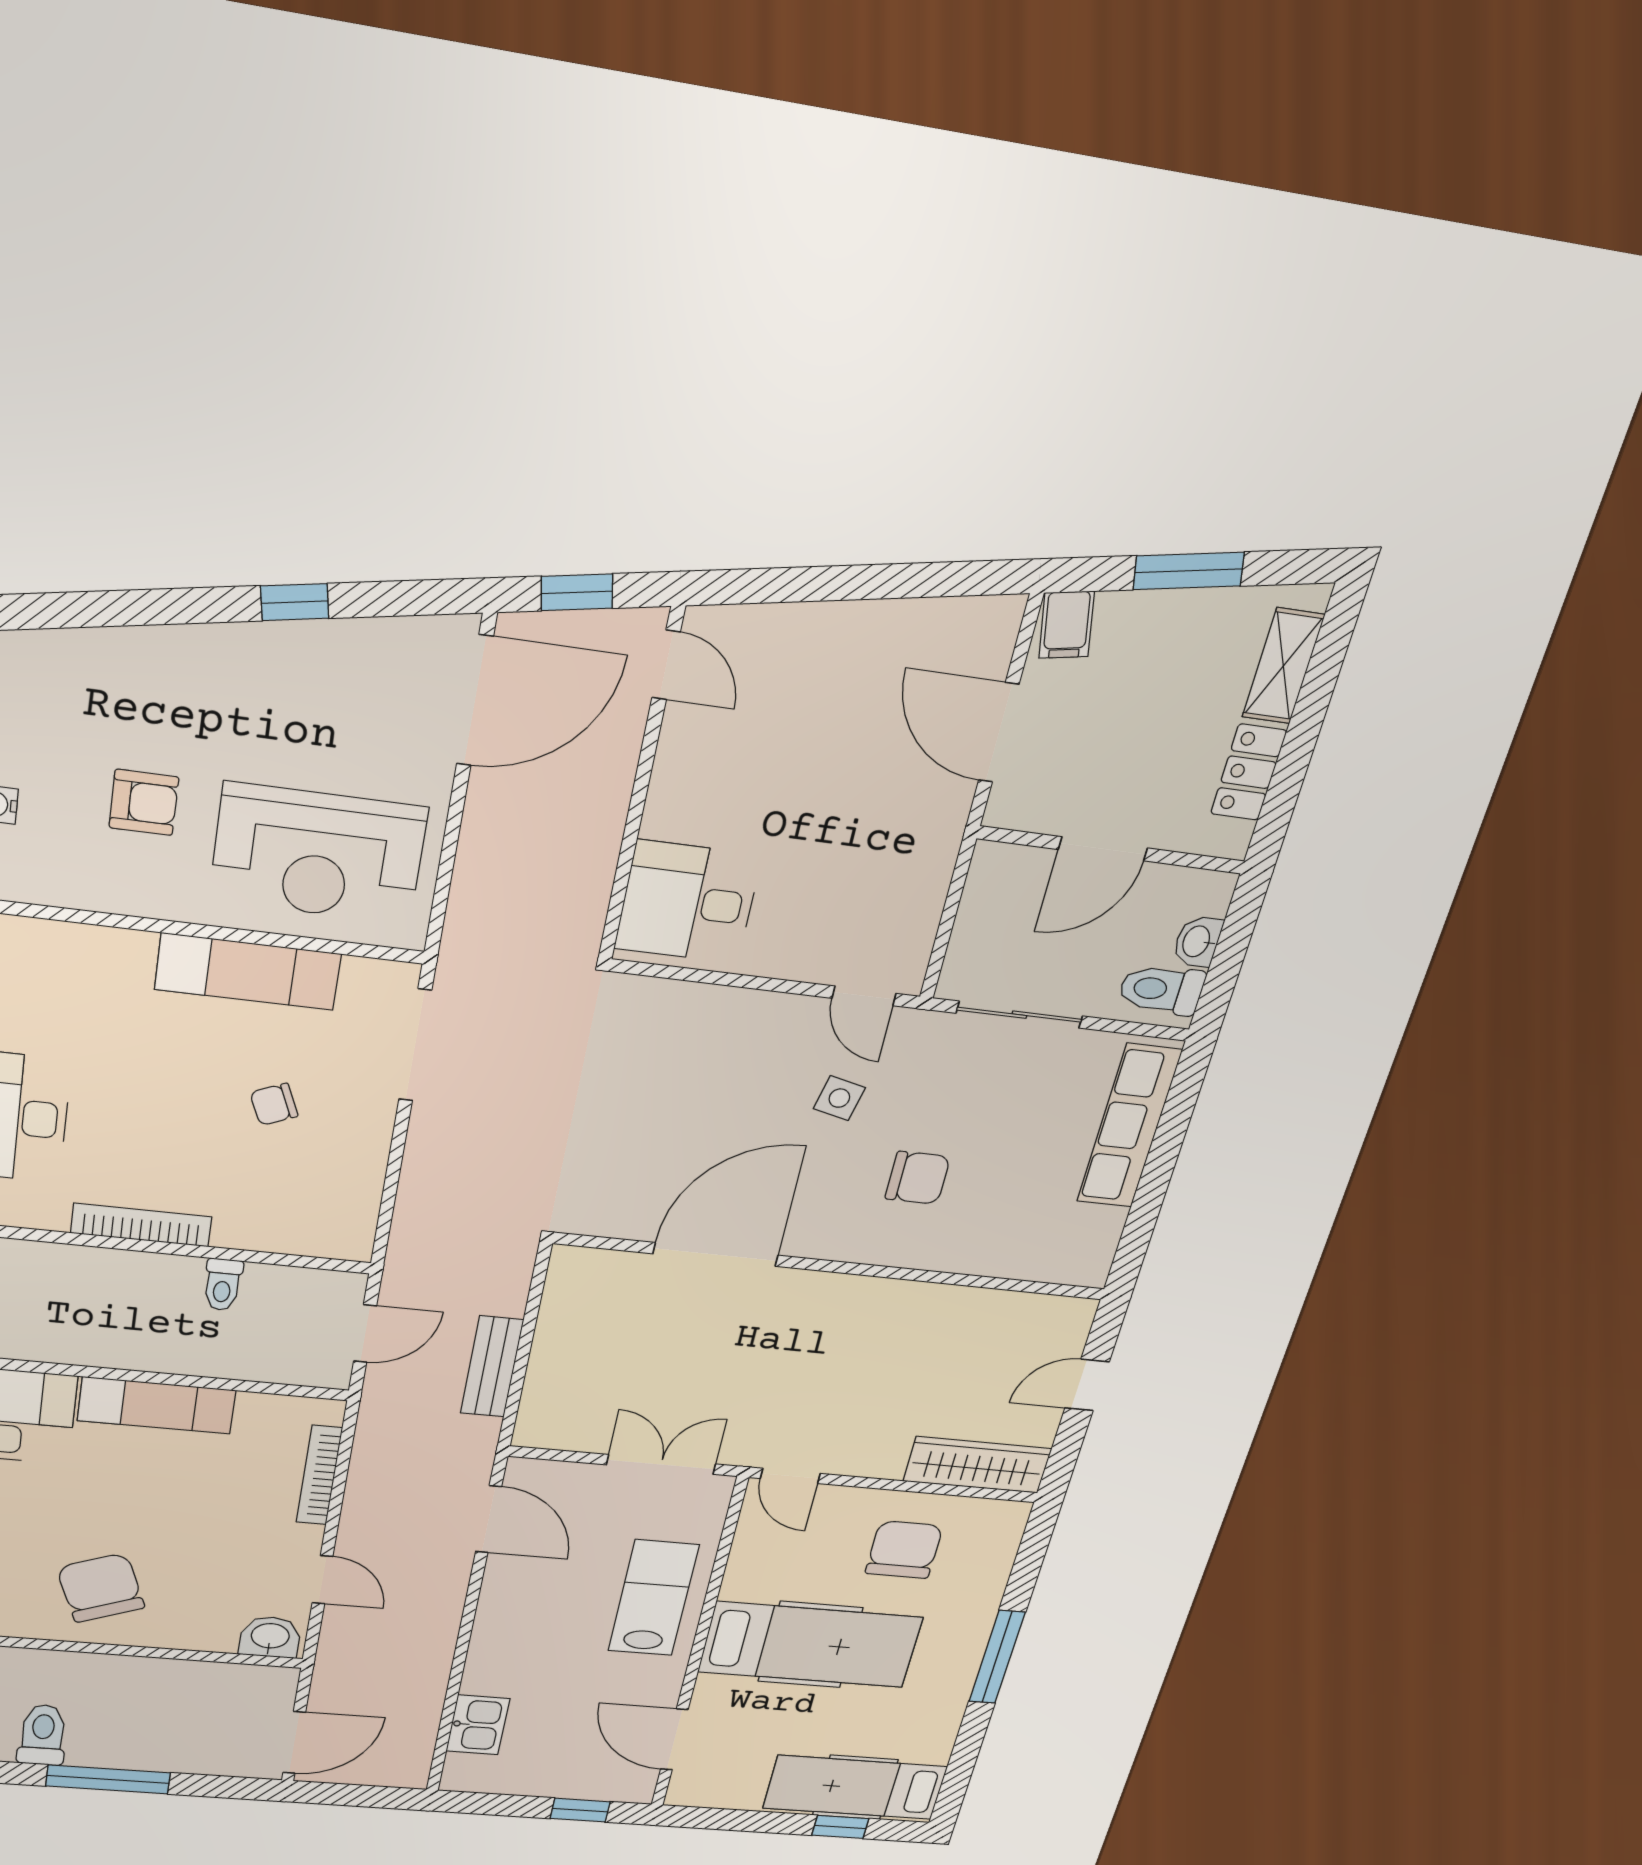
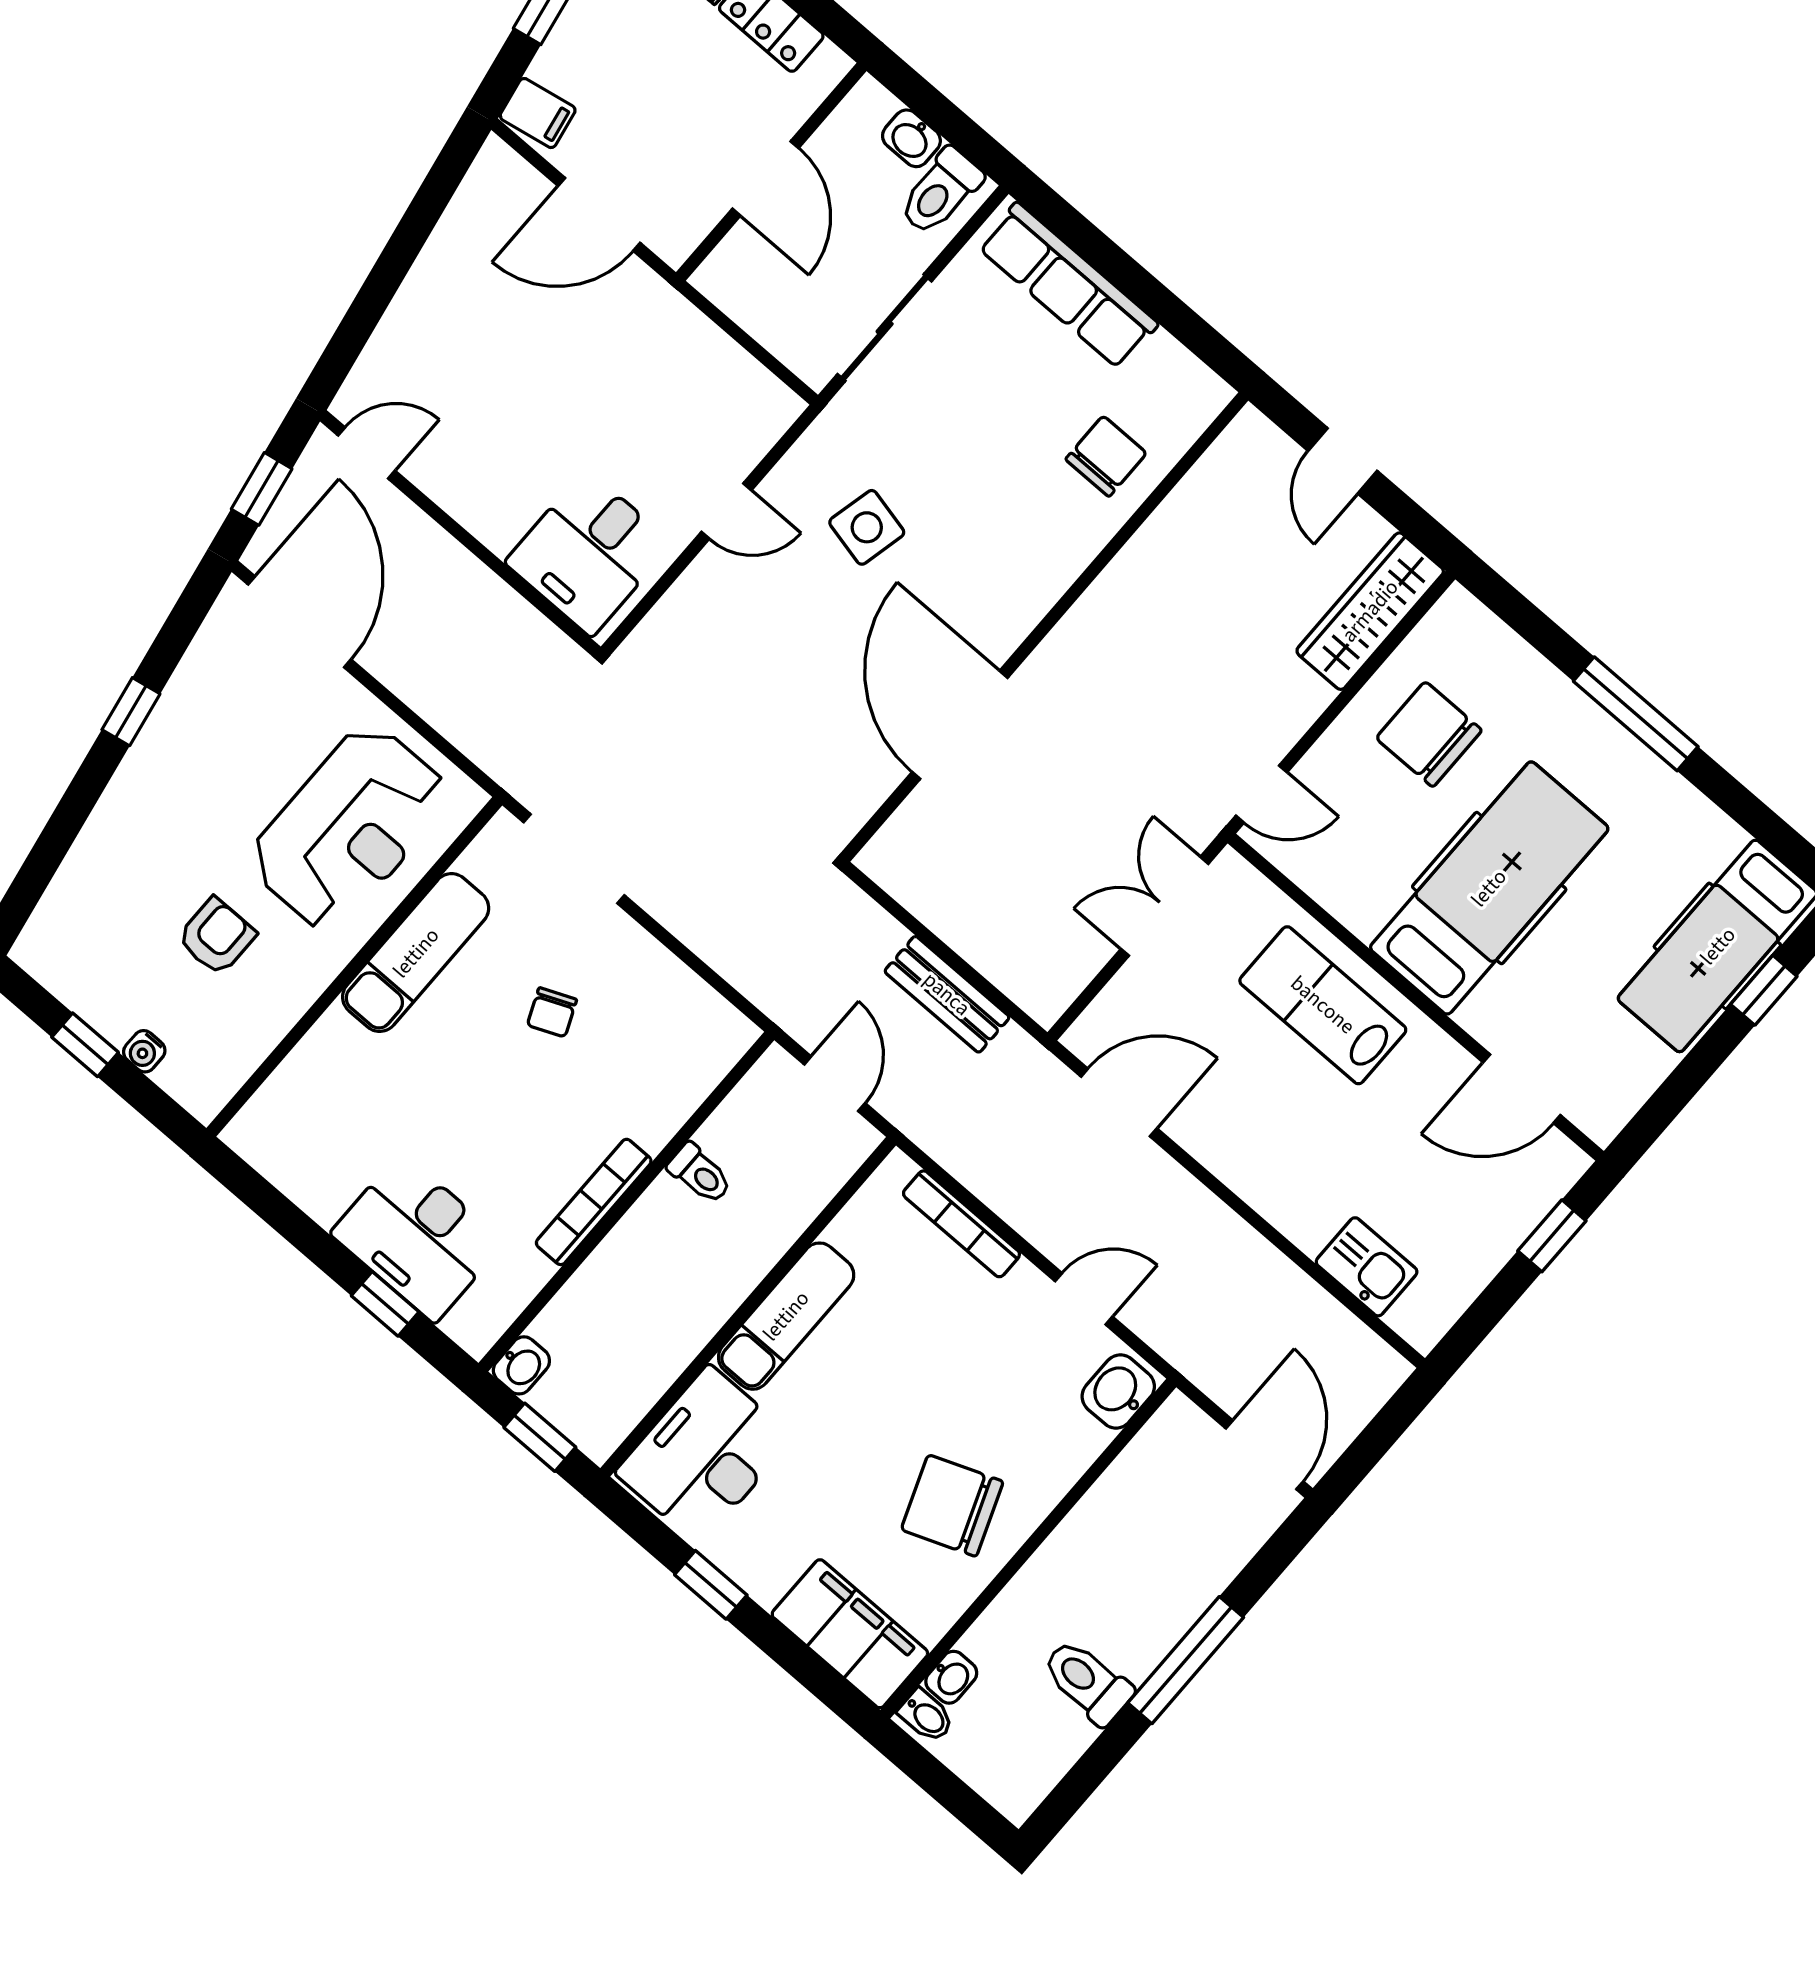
door: (864, 996) -> (726, 511), moved
side table: (839, 1098) -> (867, 527), width x1.37, depth x1.37
chair: (918, 1178) -> (1106, 456), moved

